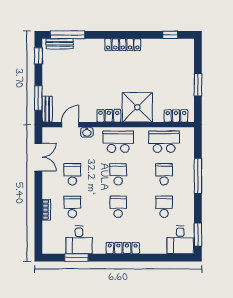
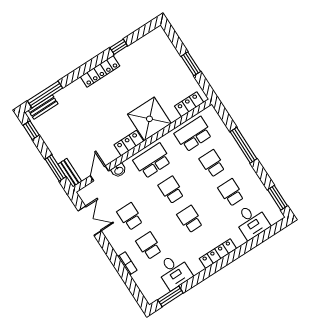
window: (170, 35) -> (119, 47), moved
desk: (180, 240) -> (251, 221), moved
window: (76, 258) -> (170, 296), moved

